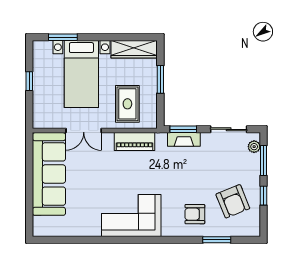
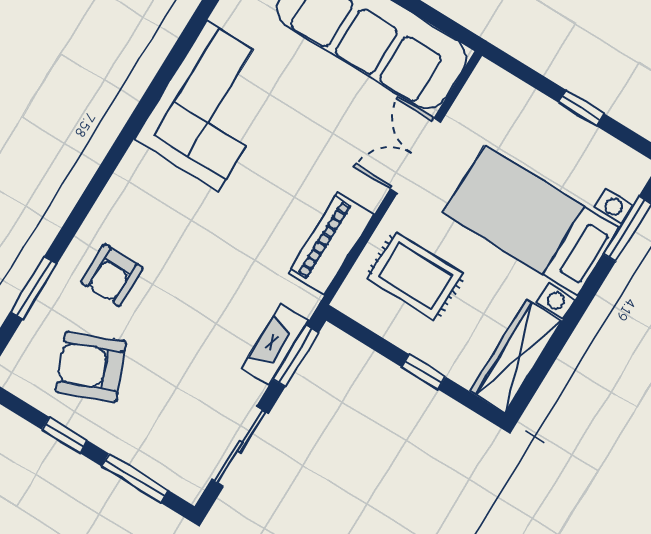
window: (160, 79) -> (424, 372), width x0.67
plant: (254, 147) -> (174, 476), removed
armchair: (195, 214) -> (112, 275), turned 180
corner sofa: (131, 215) -> (212, 106), moved

